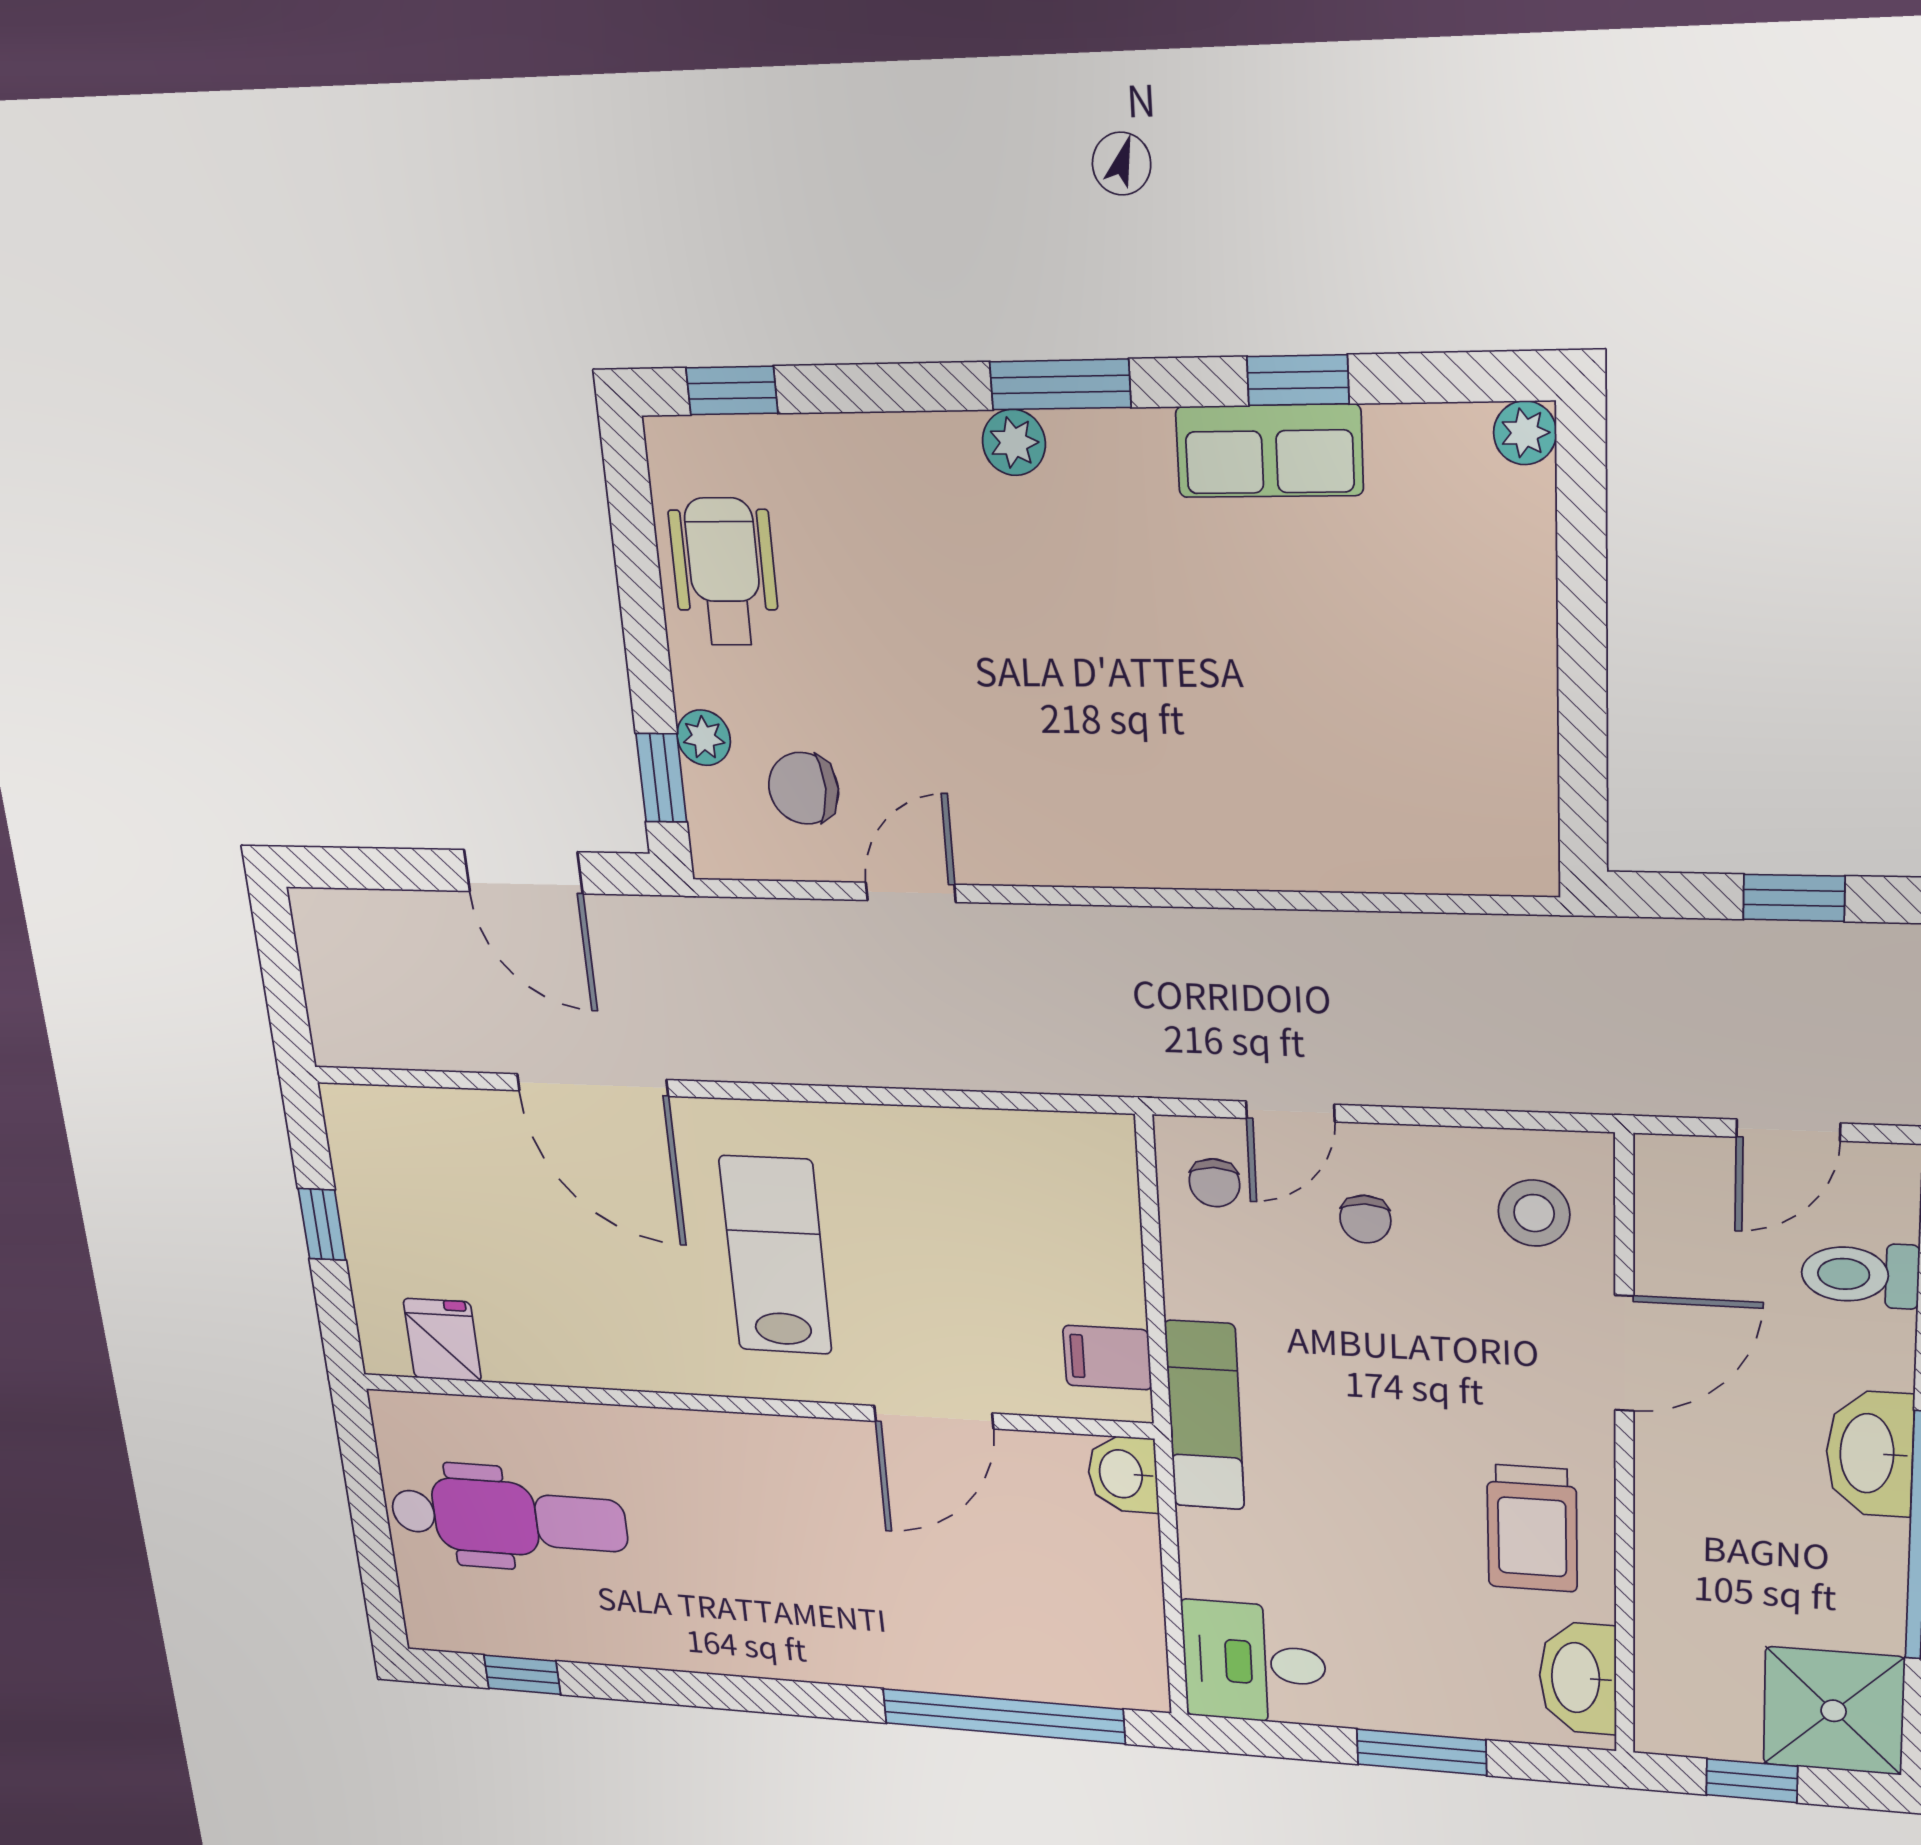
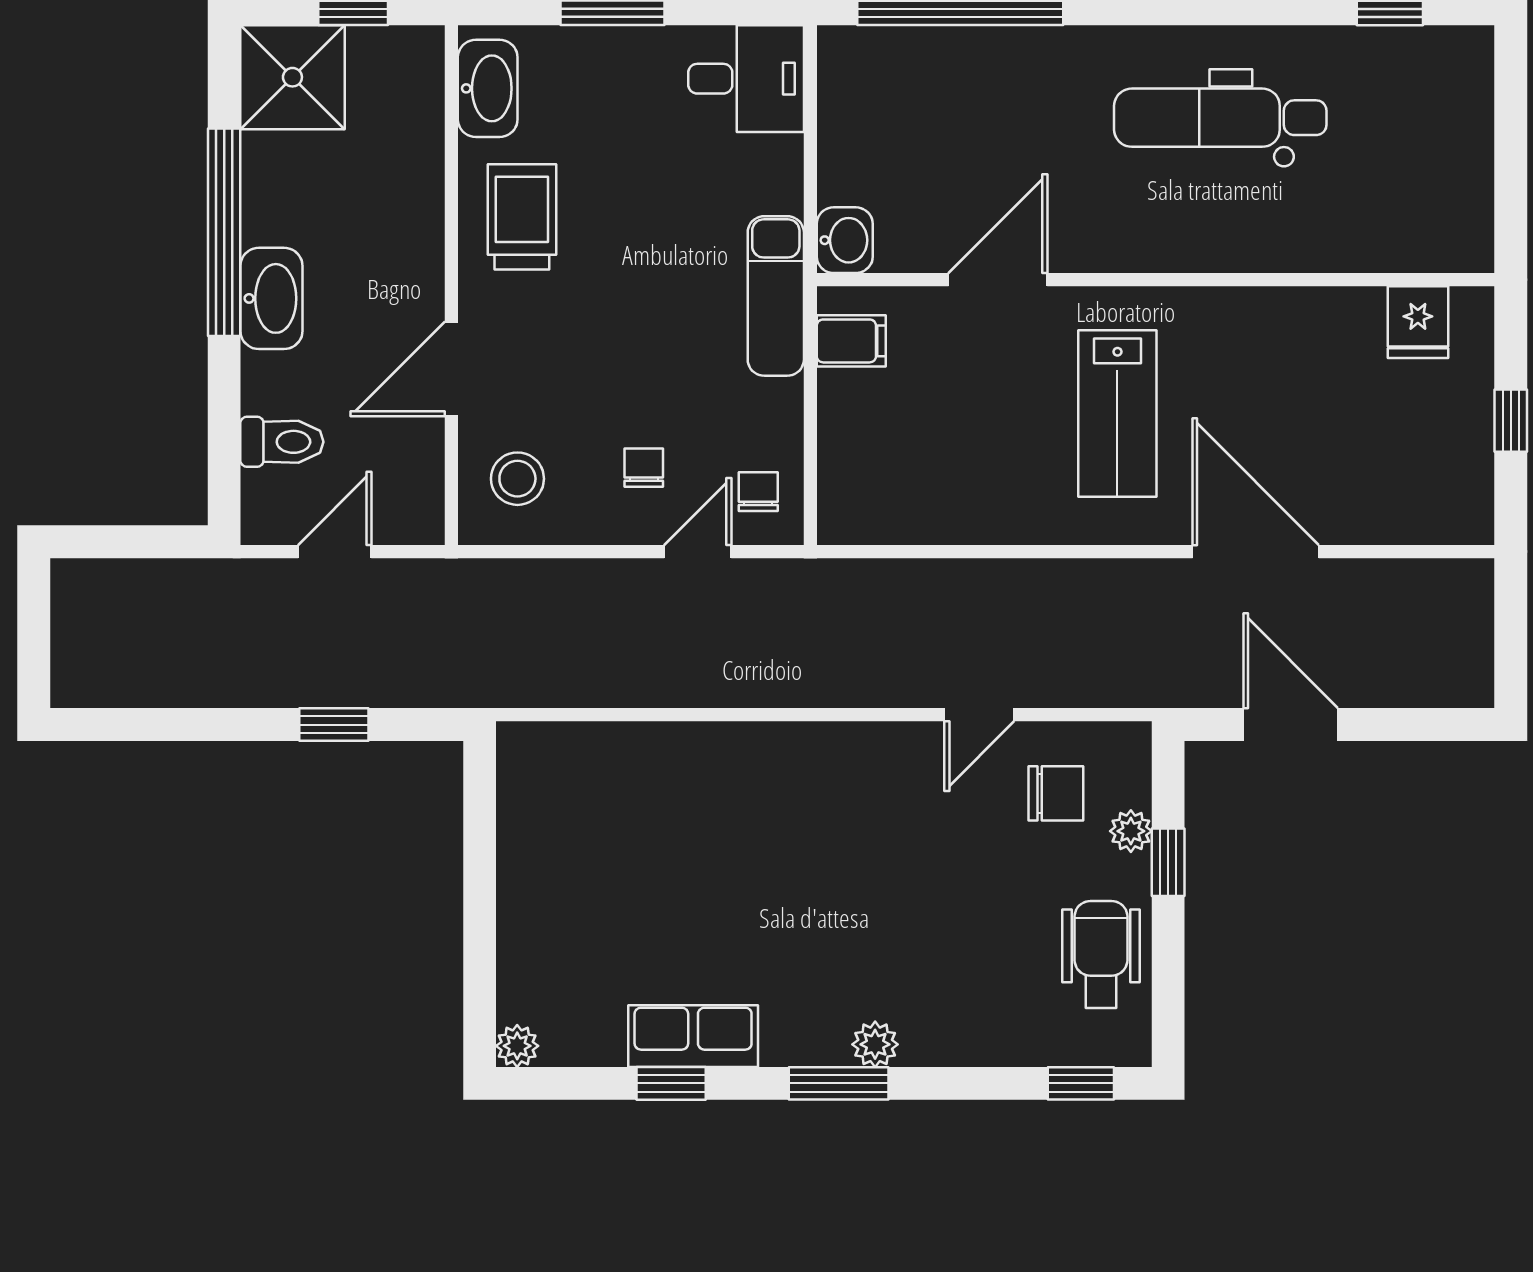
wheelchair: (724, 572) -> (1101, 954), turned 180
window: (661, 778) -> (1168, 862), moved
dental chair: (508, 1518) -> (1220, 118), moved

